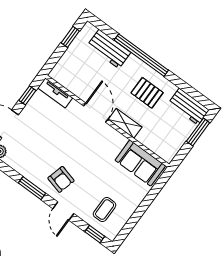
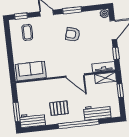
window: (70, 37) -> (120, 91), moved
shelving: (125, 123) -> (106, 78), moved
armchair: (61, 179) -> (73, 34), moved

